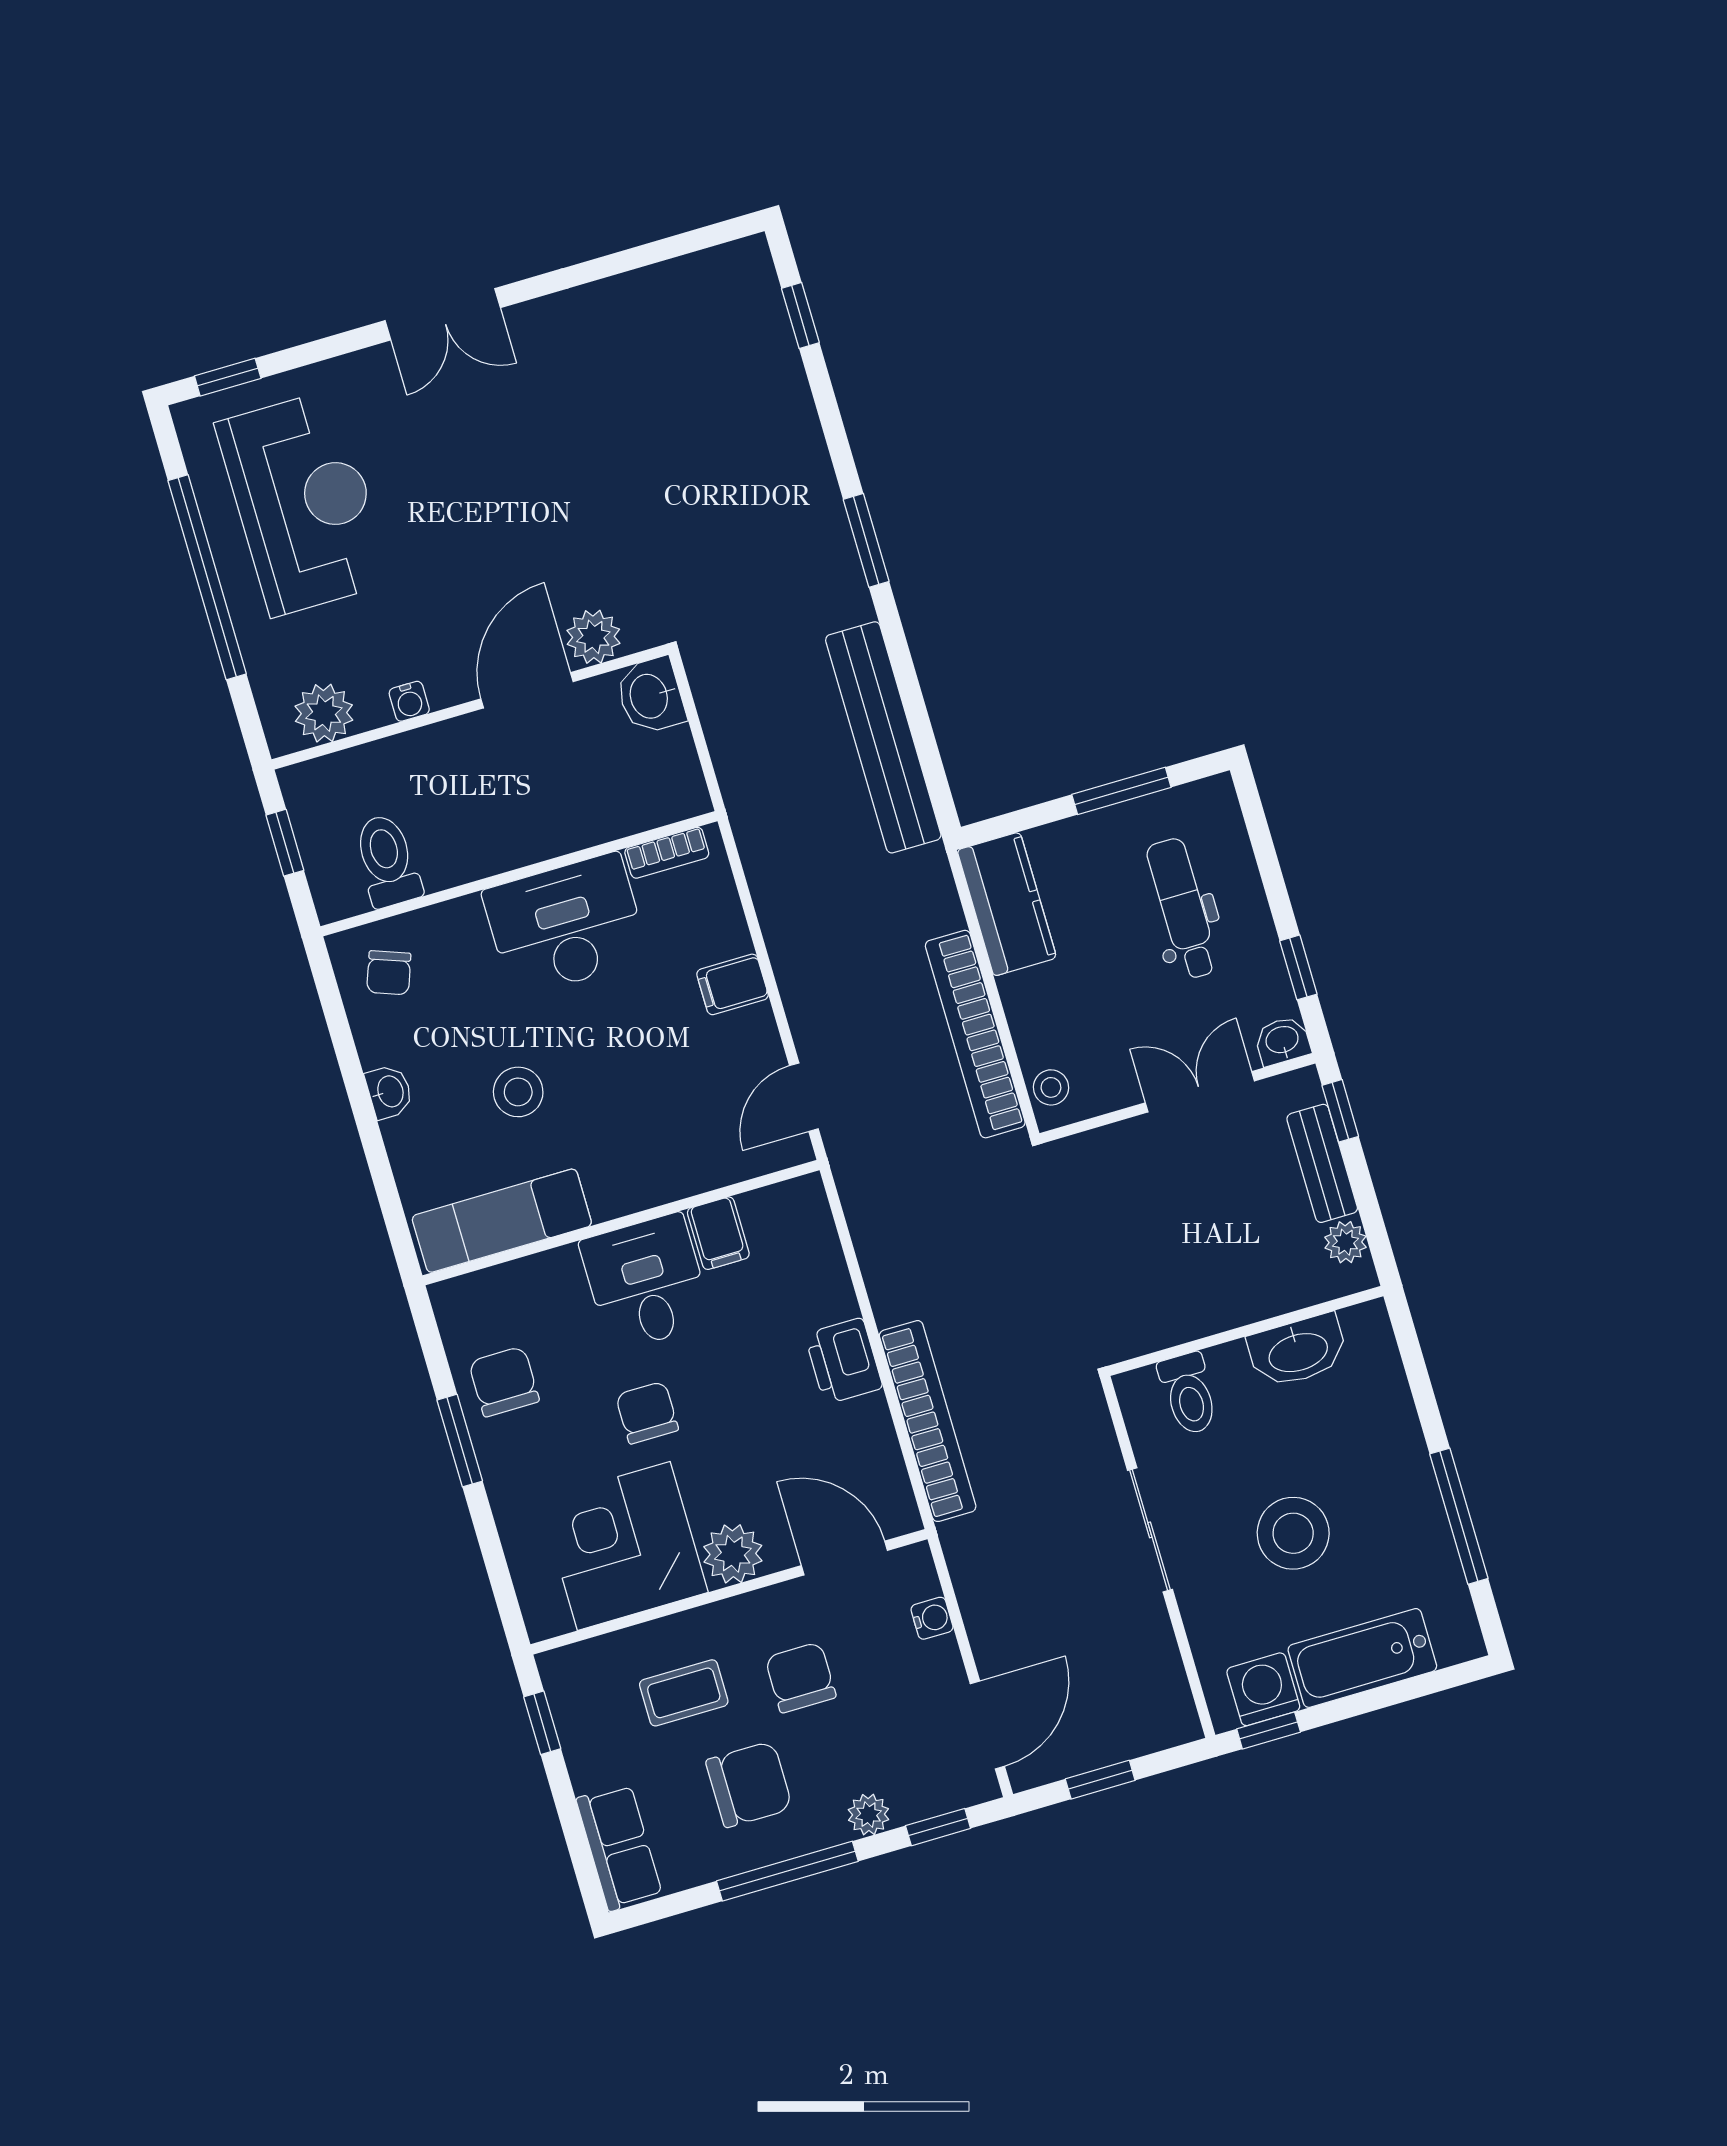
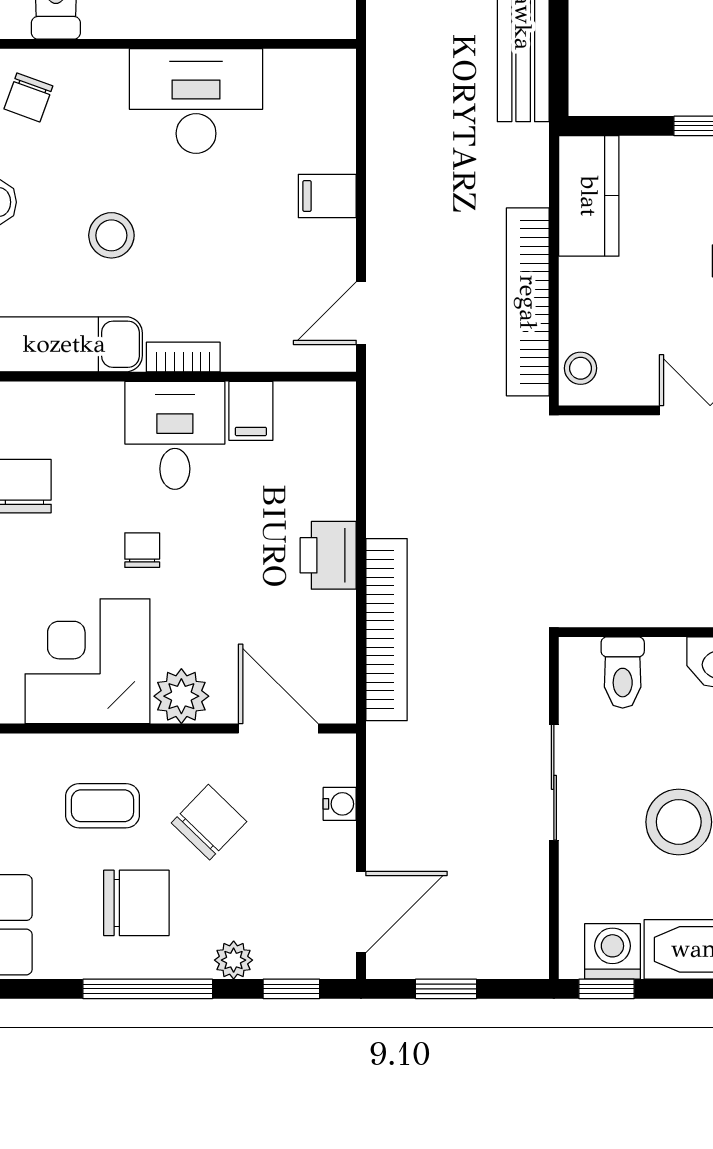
bookcase: (667, 853) -> (183, 357), moved, turned 180
chair: (647, 1413) -> (142, 550), width x0.73, depth x0.73
chair: (801, 1677) -> (209, 822), turned 44

